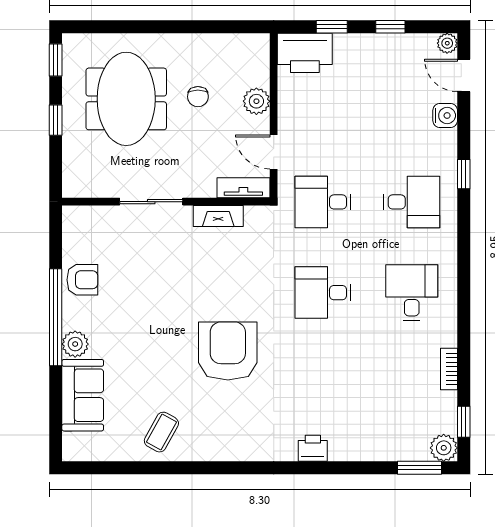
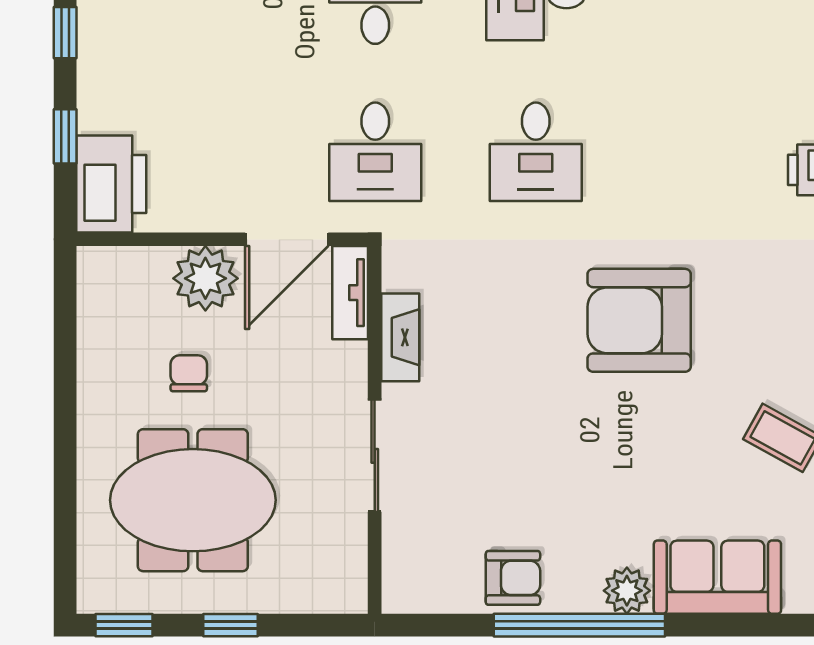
chair: (198, 97) -> (189, 373), turned -90
plant: (256, 101) -> (205, 278), width x1.36, depth x1.36
door: (274, 152) -> (287, 239), width x1.38
armchair: (82, 280) -> (513, 578), turned 90

